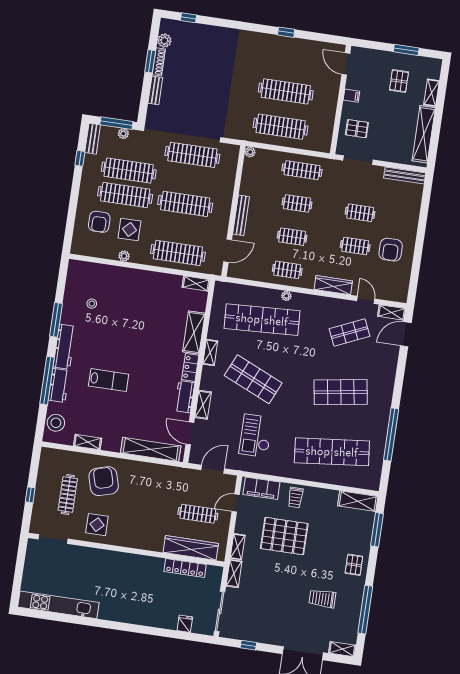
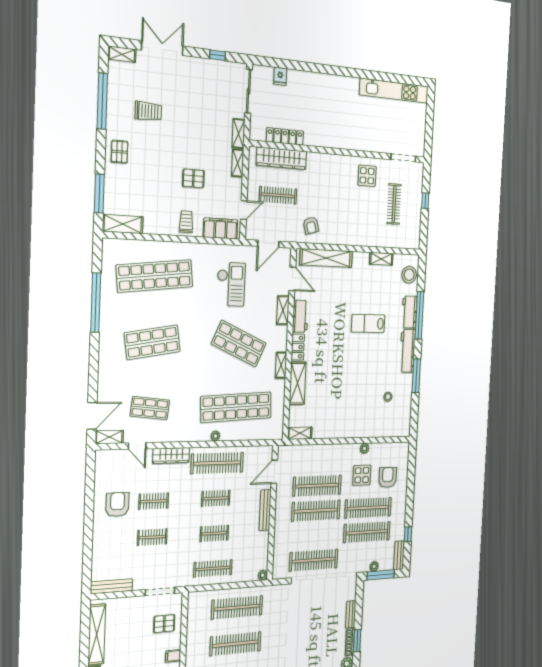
clothes rail: (178, 253) -> (317, 486), moved
clothes rail: (287, 270) -> (217, 463), width x1.86, depth x1.31
shop shelf: (349, 333) -> (150, 408), turned 30
armchair: (104, 481) -> (311, 225), moved, width x0.53, depth x0.53
pallet: (284, 536) -> (193, 178), width x0.49, depth x0.50

